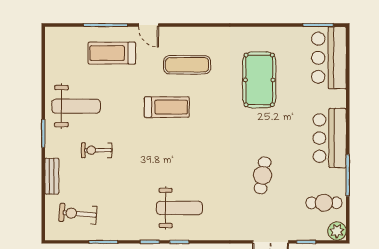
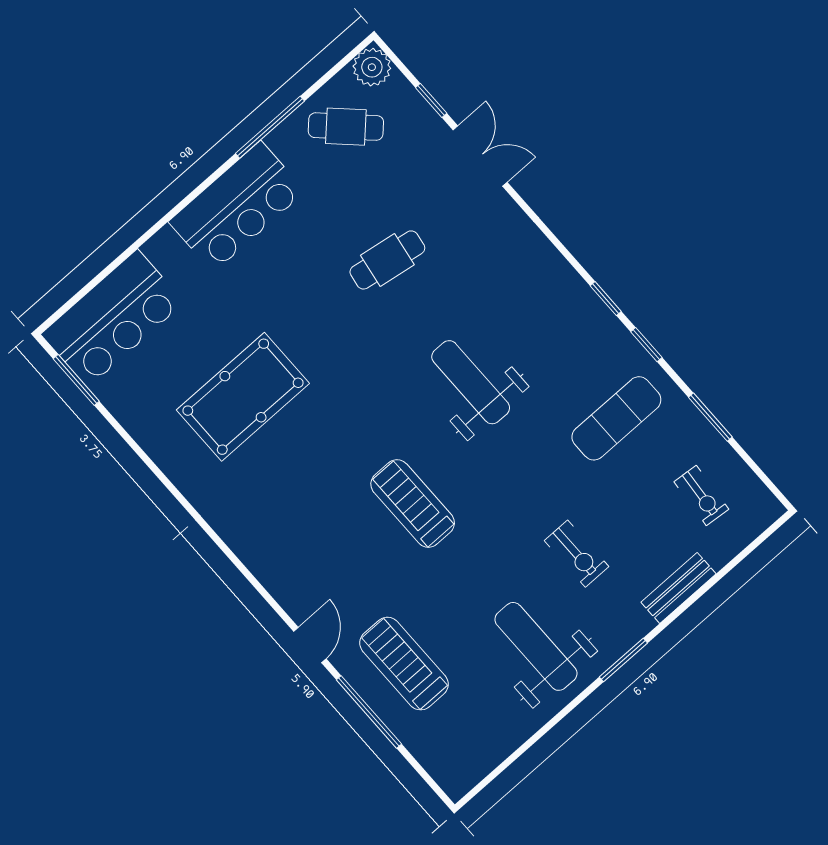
treadmill: (112, 53) -> (404, 664), turned 180
exercise mat: (187, 65) -> (616, 418), moved, turned 90
cafe table: (324, 203) -> (346, 127), turned -46
weight bench: (179, 208) -> (471, 382), moved
exercise bike: (78, 214) -> (701, 495), width x0.73, depth x0.72

